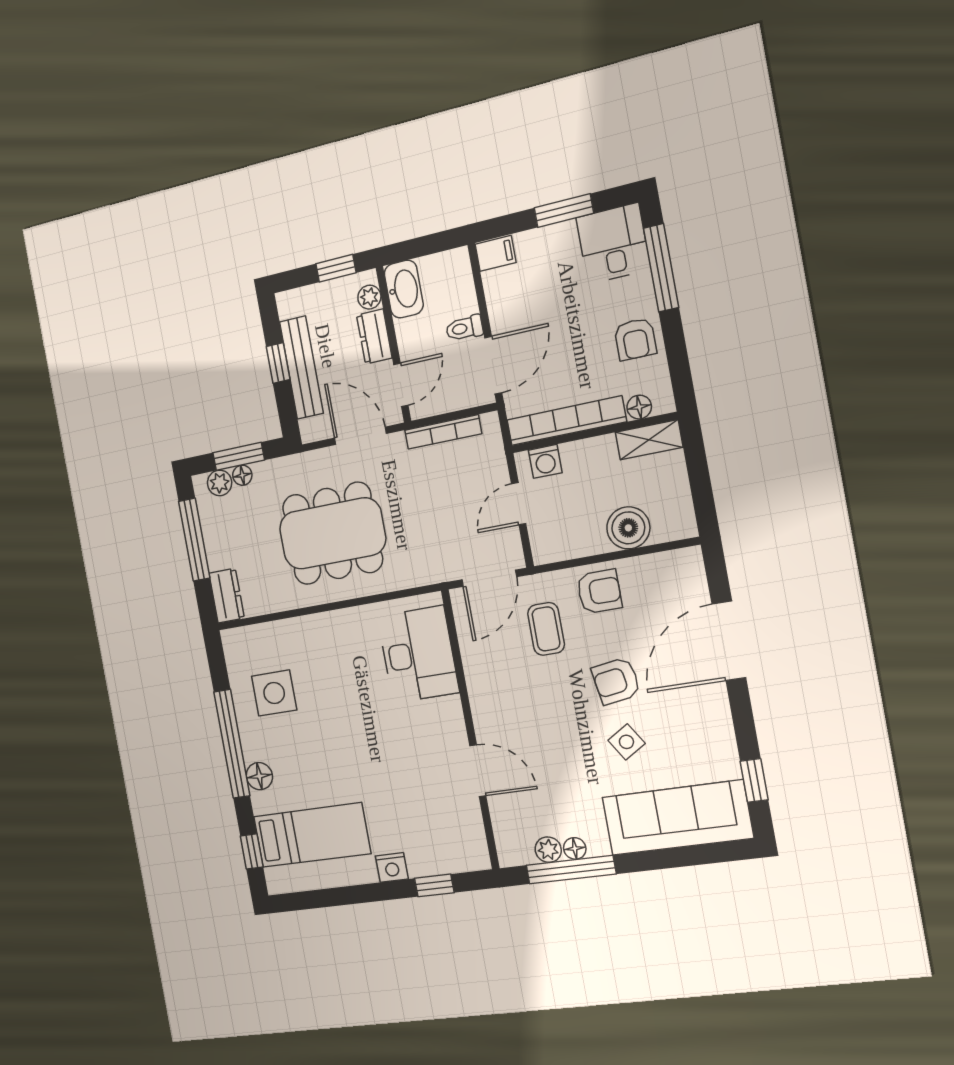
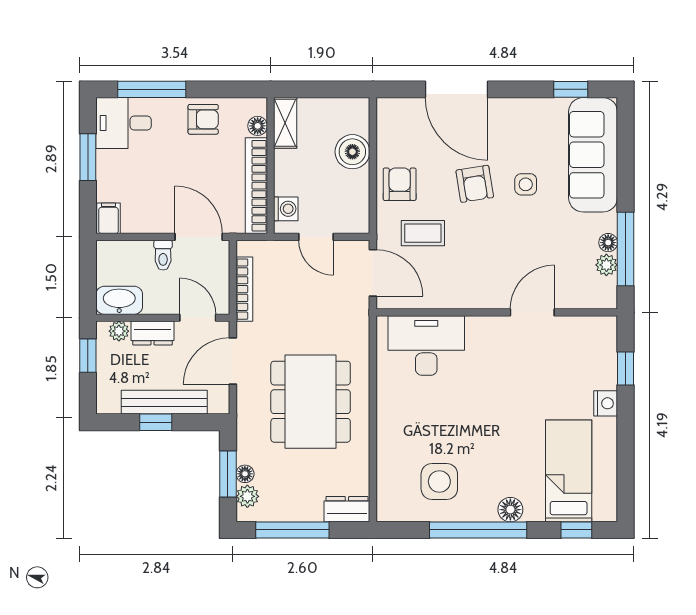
side table: (626, 742) -> (526, 184), turned 32

